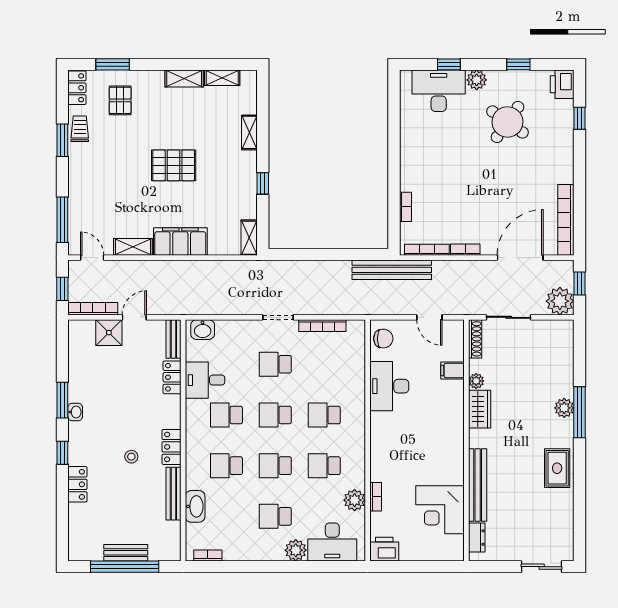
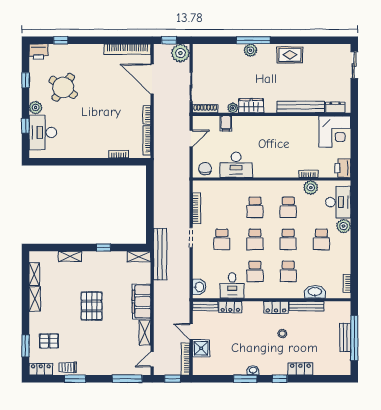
bench: (392, 270) -> (160, 254), moved
corner desk: (440, 510) -> (335, 132), moved

